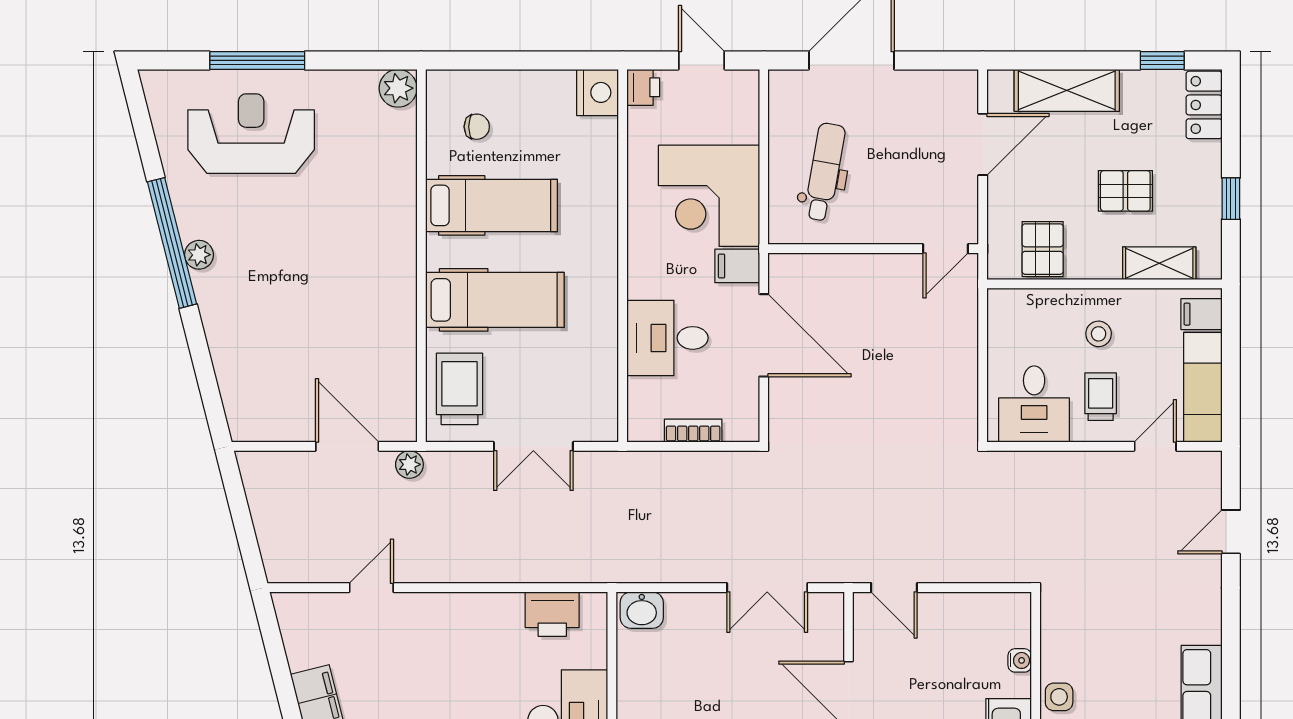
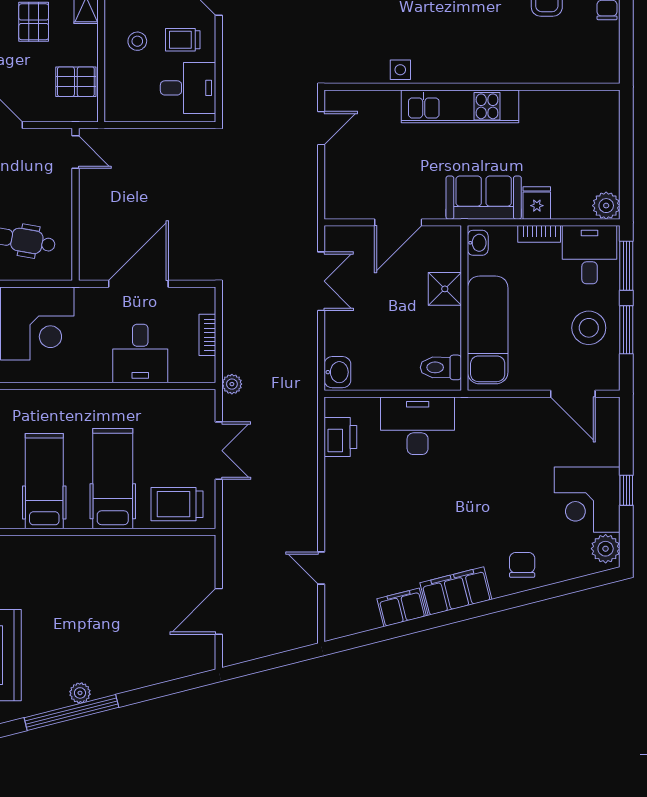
filing cabinet: (737, 266) -> (88, 303), removed
door: (347, 446) -> (219, 611), moved
plant: (409, 464) -> (232, 384), moved
door: (894, 588) -> (321, 128), moved
water cooler: (1020, 660) -> (374, 98), removed

